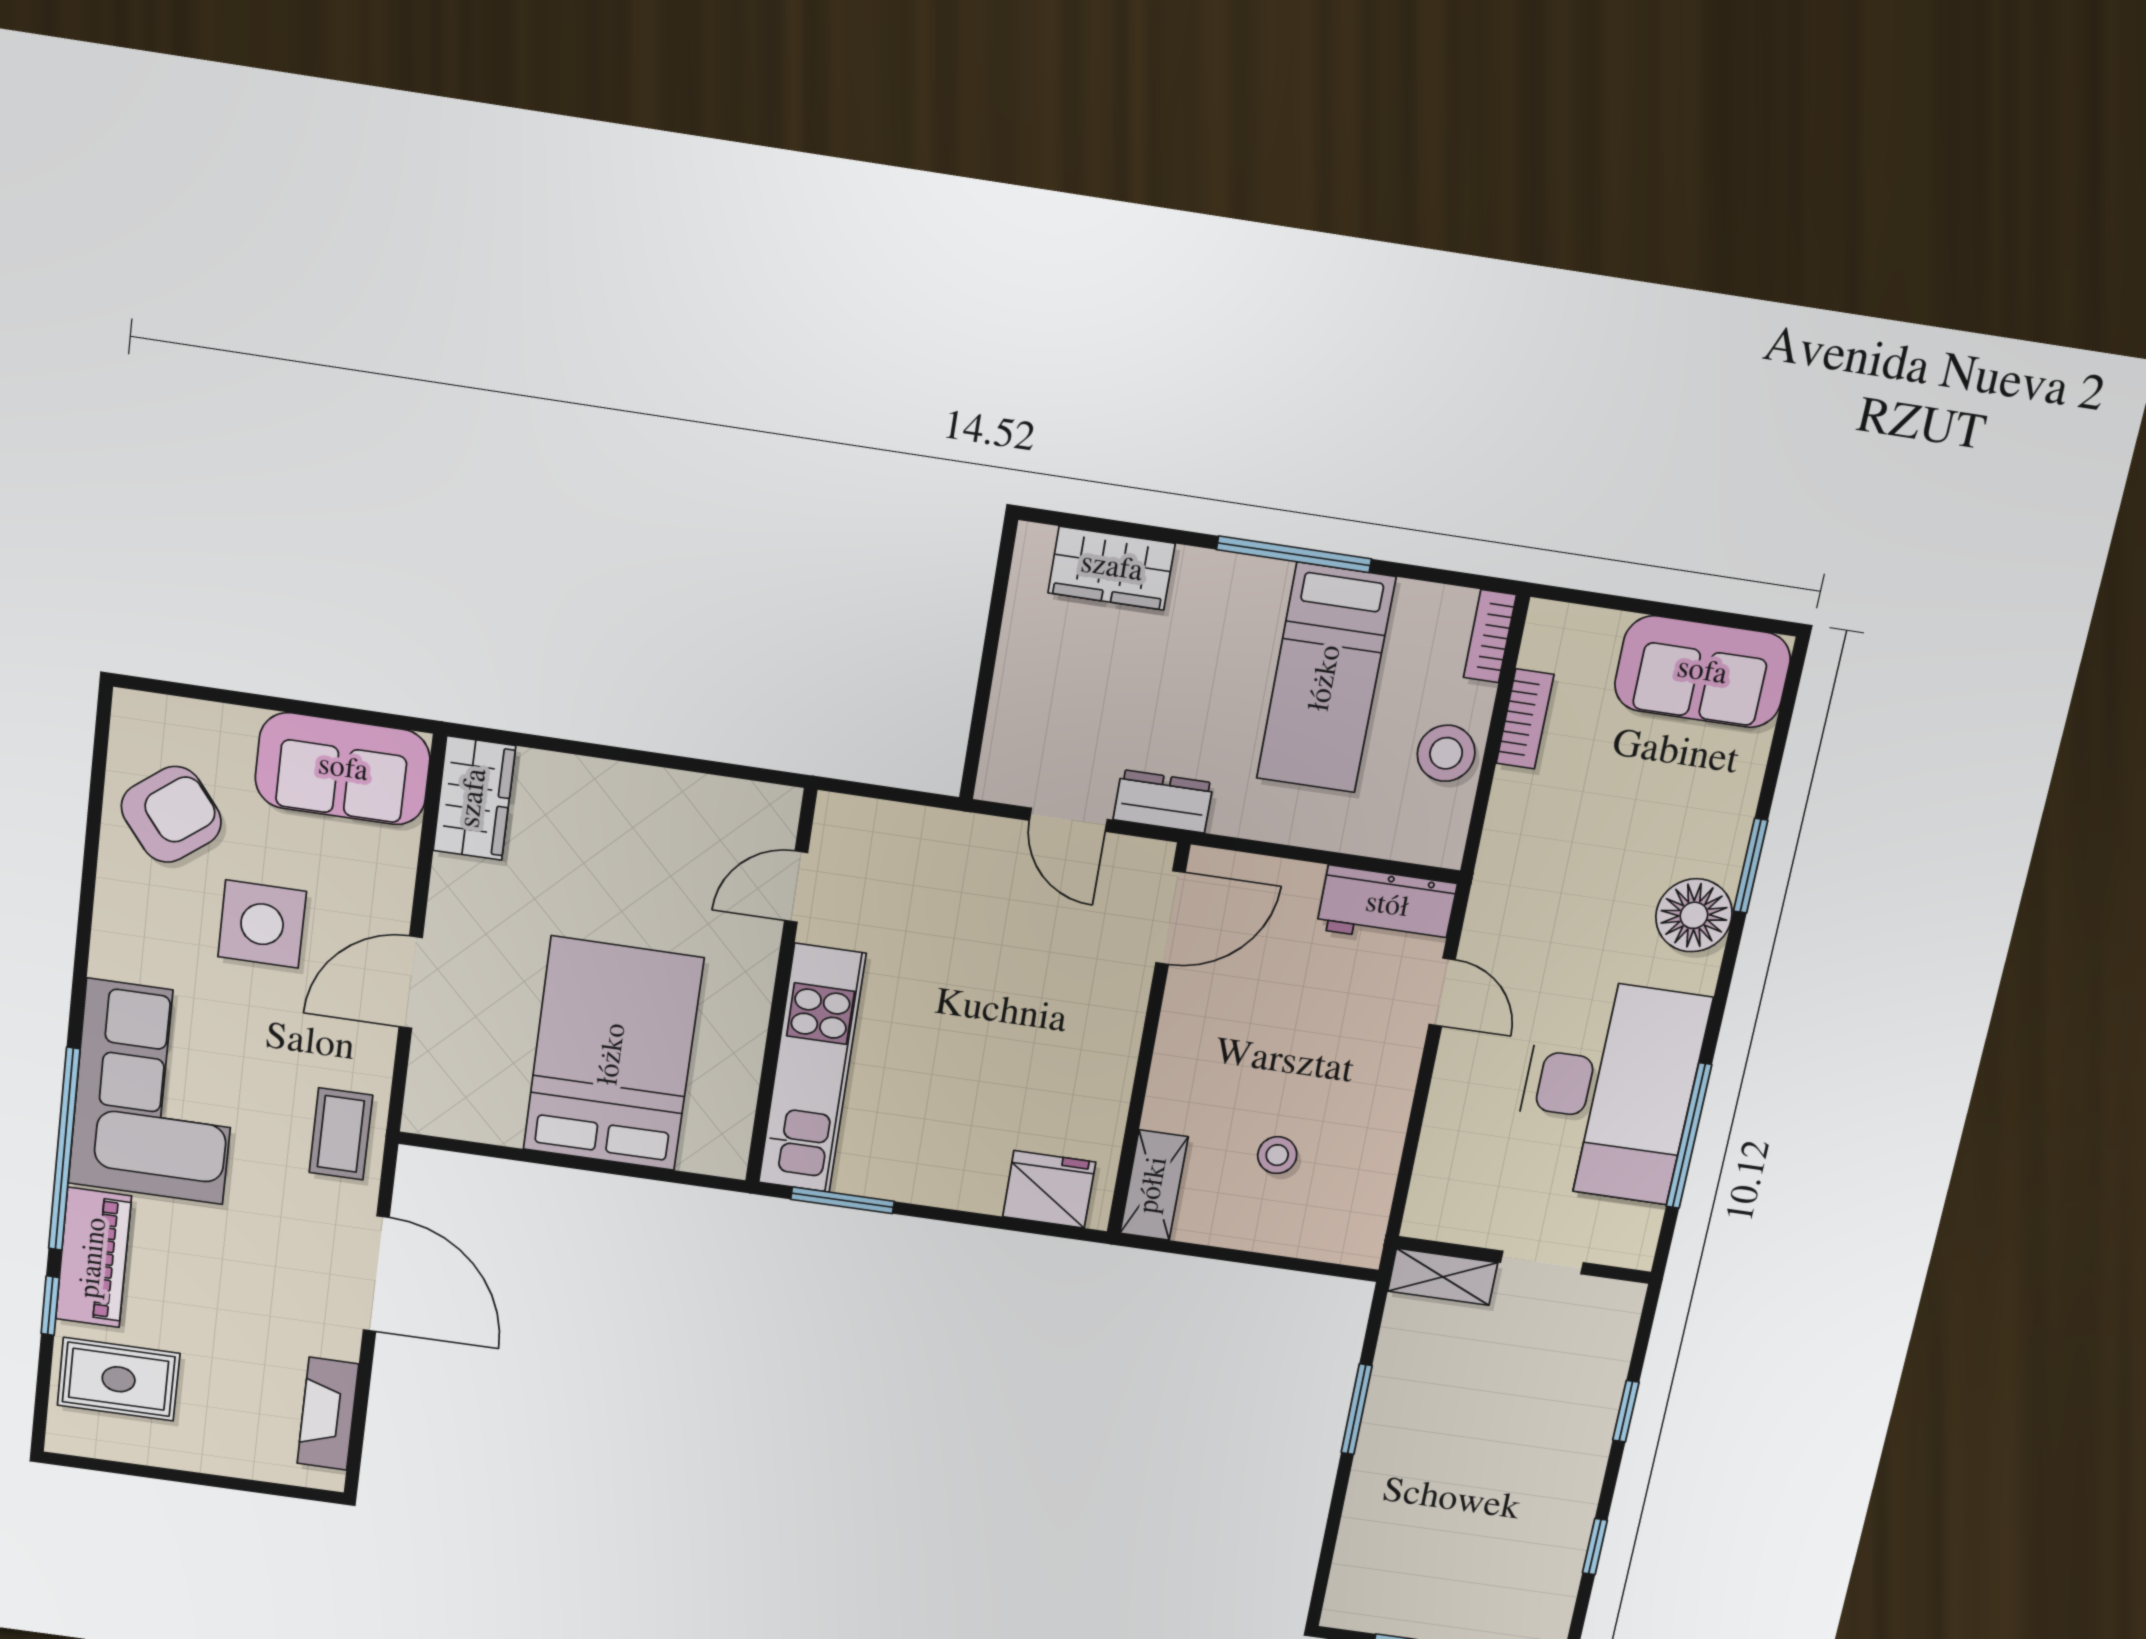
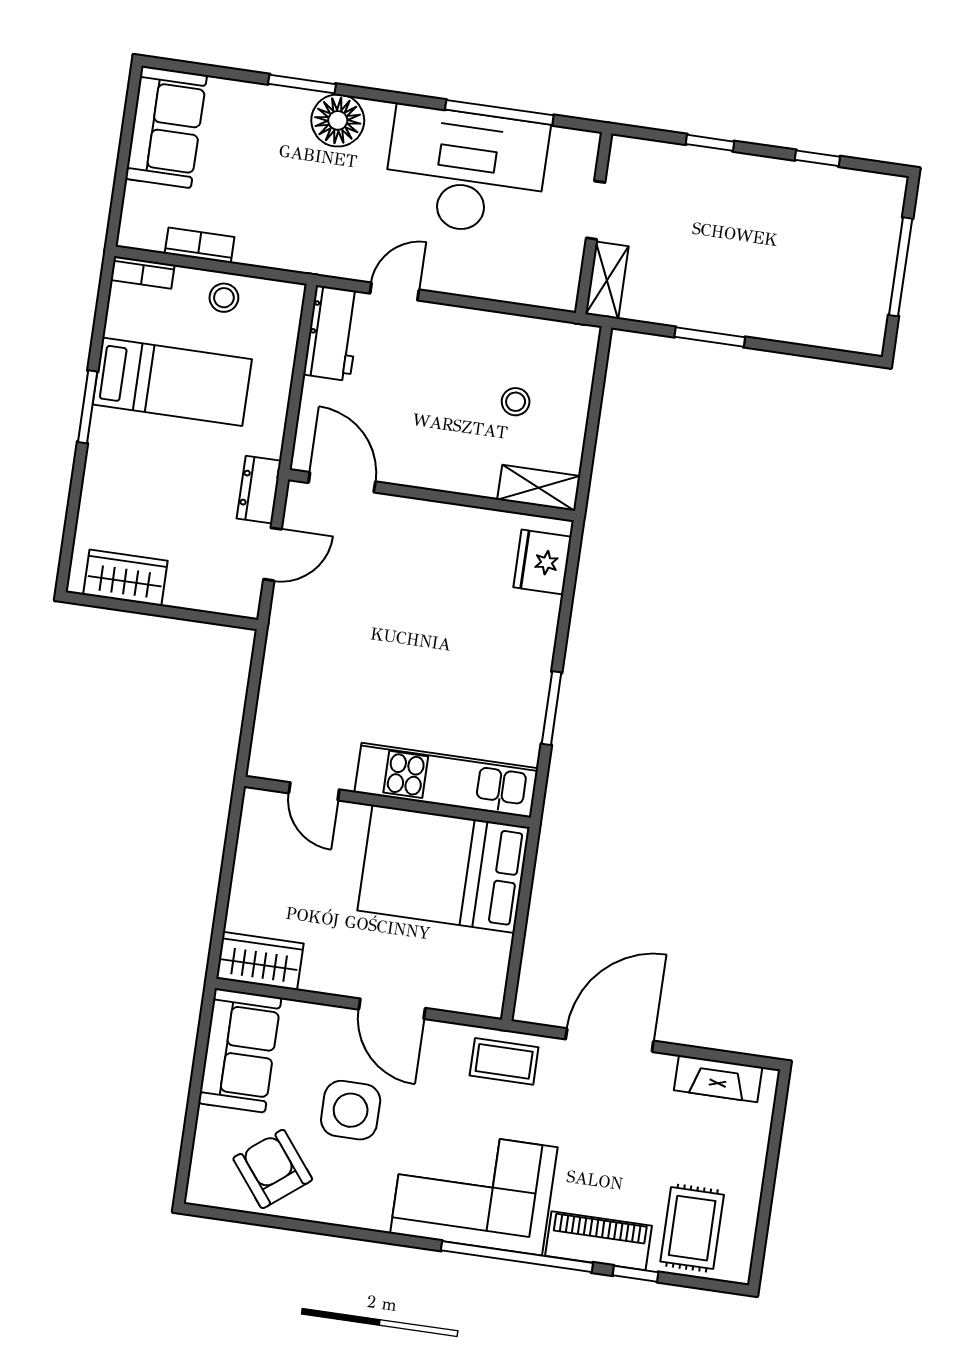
window: (1294, 554) -> (88, 407), width x0.69
wardrobe: (1112, 568) -> (125, 578), moved, turned -90
stool: (1446, 753) -> (224, 298), width x0.73, depth x0.73
door: (796, 887) -> (314, 791), moved
wall: (781, 988) -> (387, 802), moved
kitchen unit: (812, 1069) -> (446, 780), moved

